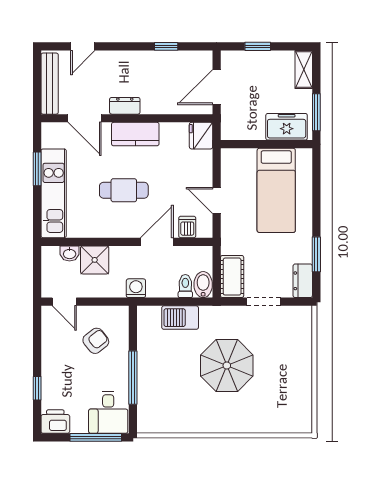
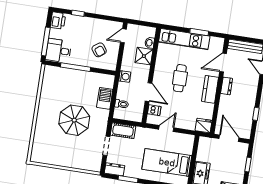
bidet: (203, 285) -> (121, 114), removed

